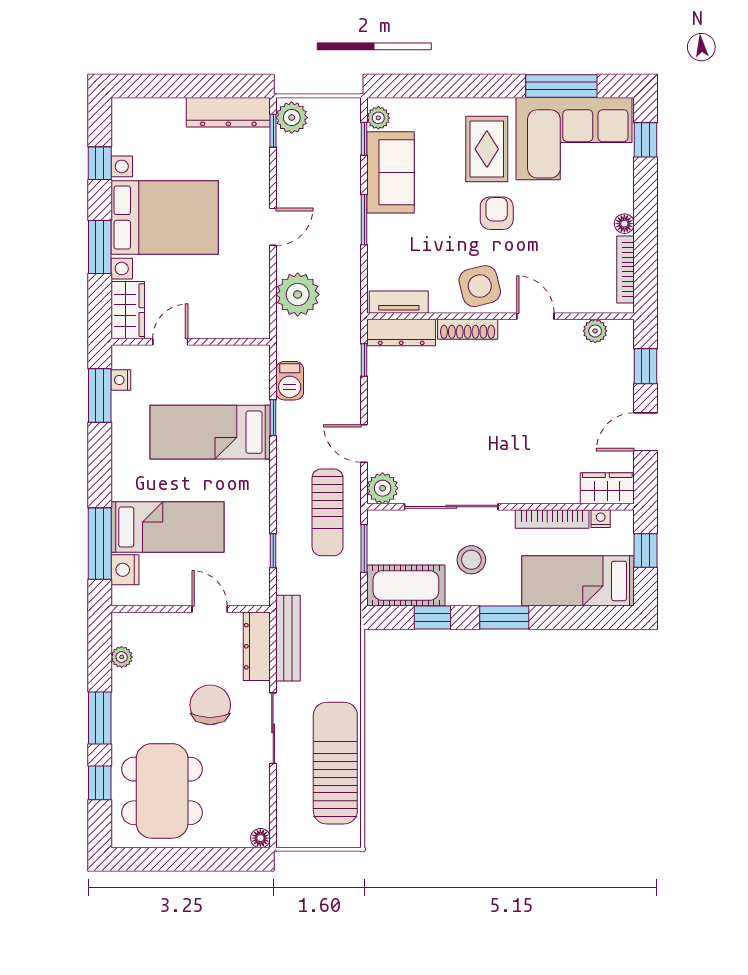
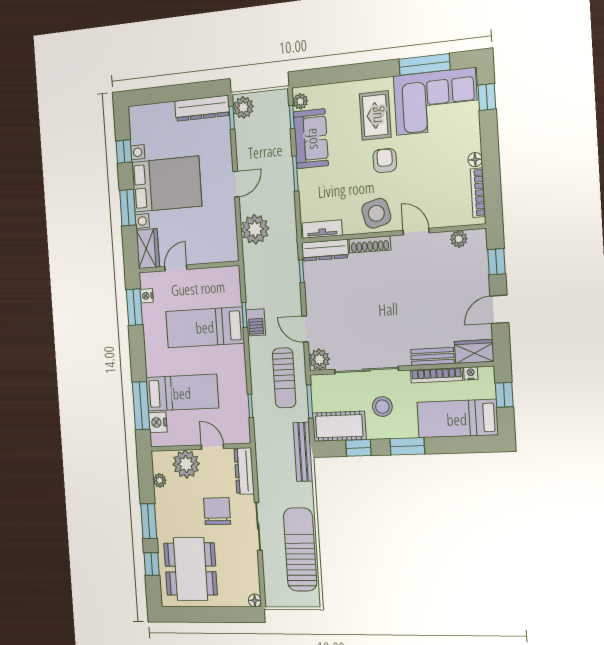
barbecue: (290, 381) -> (256, 322), moved
bench: (548, 492) -> (432, 356), added
plant: (166, 633) -> (186, 464), added
bench: (288, 638) -> (303, 452), moved

